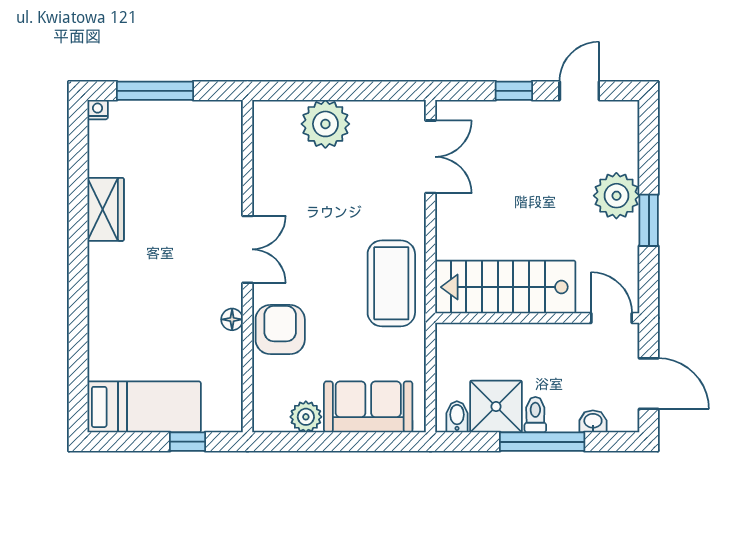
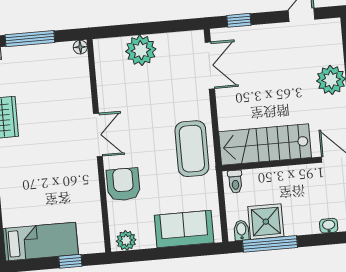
window: (514, 91) -> (239, 20), moved
floor lamp: (232, 319) -> (80, 47), moved
toilet: (535, 415) -> (235, 182), moved, turned 180
plant: (306, 417) -> (126, 240), moved
window: (542, 442) -> (270, 244), moved

